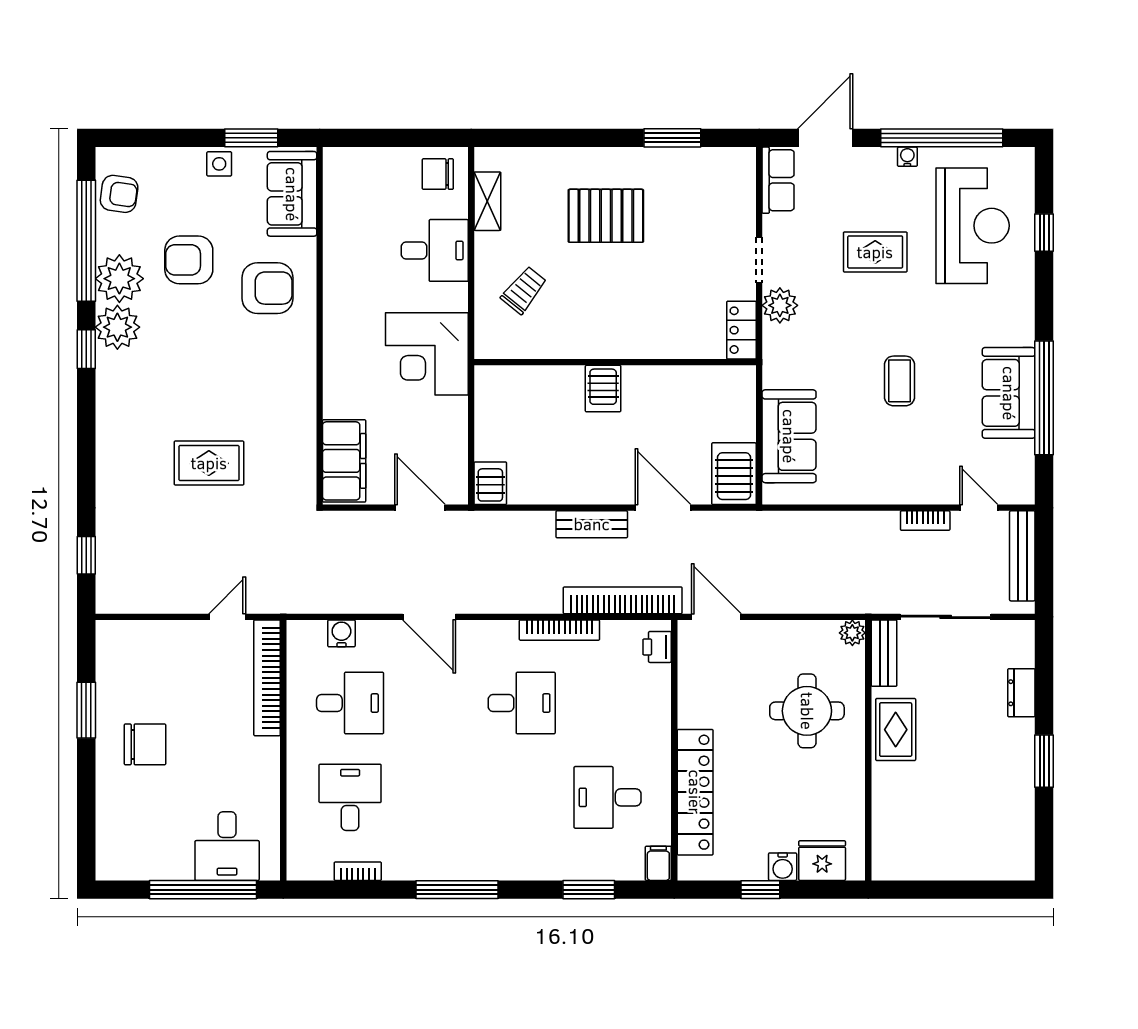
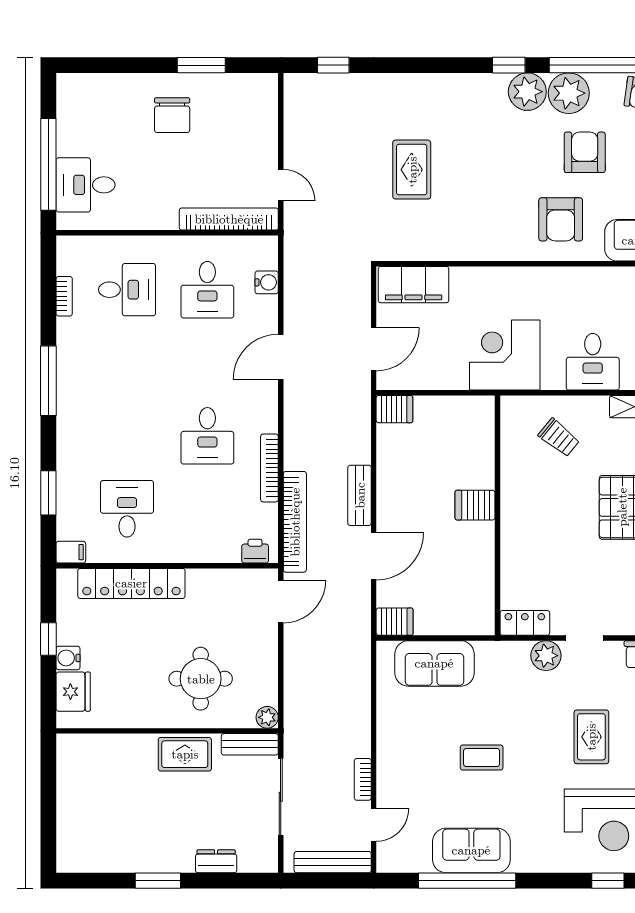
server rack: (734, 474) -> (395, 622), width x0.73, depth x0.70

